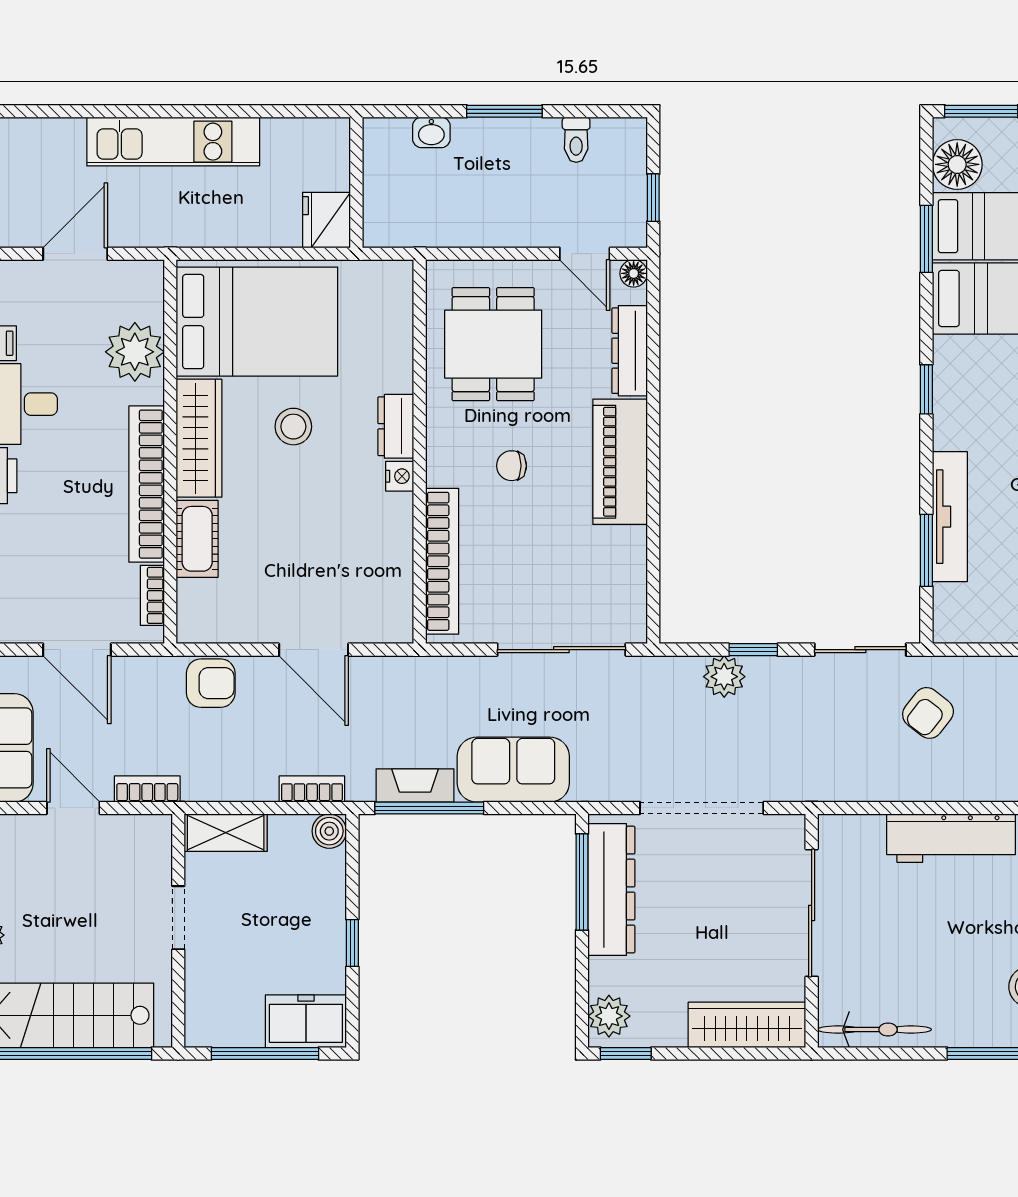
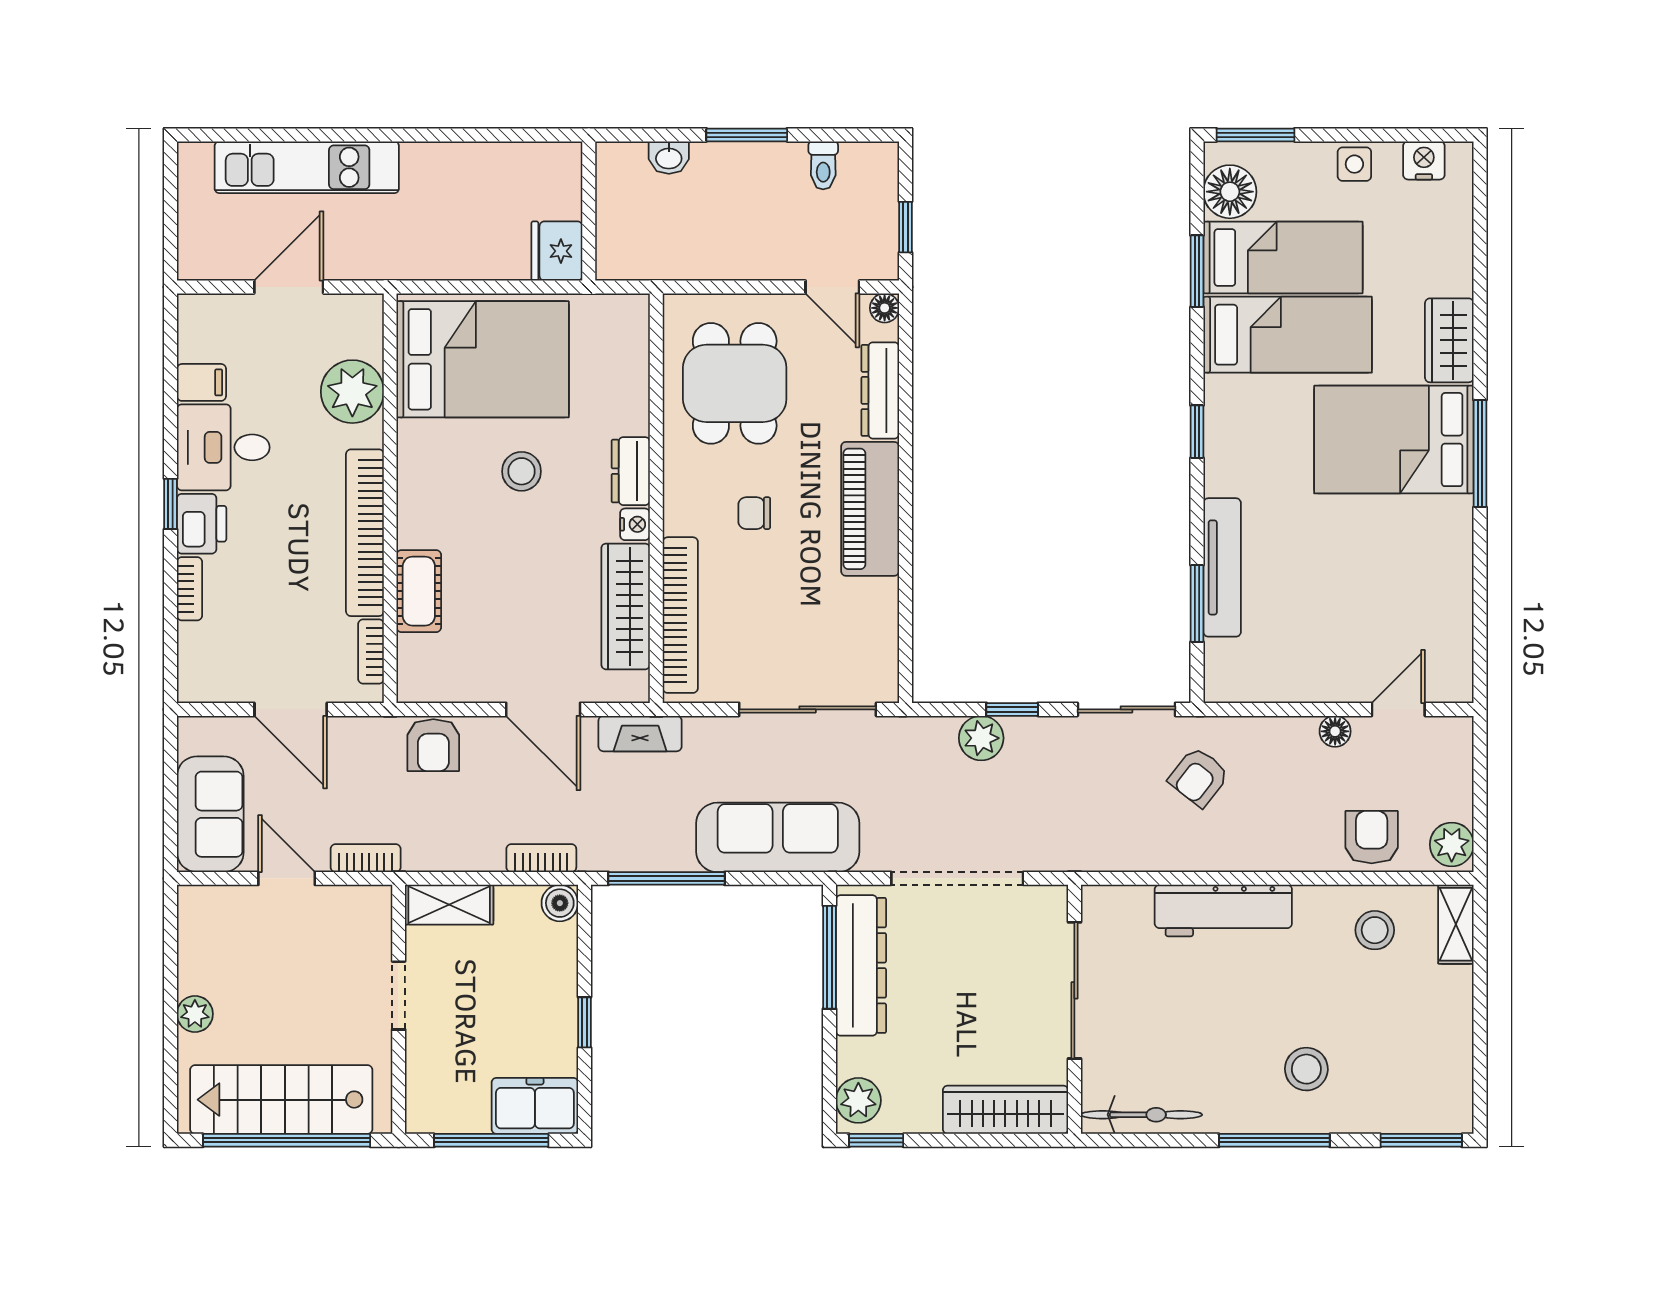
kitchen unit: (173, 142) -> (307, 167), moved
wardrobe: (199, 438) -> (626, 606), moved, turned 180
armchair: (211, 683) -> (433, 745), turned 90
sofa: (513, 770) -> (778, 837), width x1.36
fireplace: (415, 785) -> (640, 734), moved, turned 180

